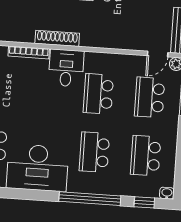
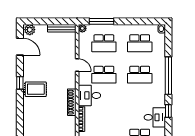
door: (158, 54) -> (77, 65), moved
desk: (38, 168) -> (155, 117), width x0.53, depth x0.77
window: (144, 202) -> (168, 111), moved

